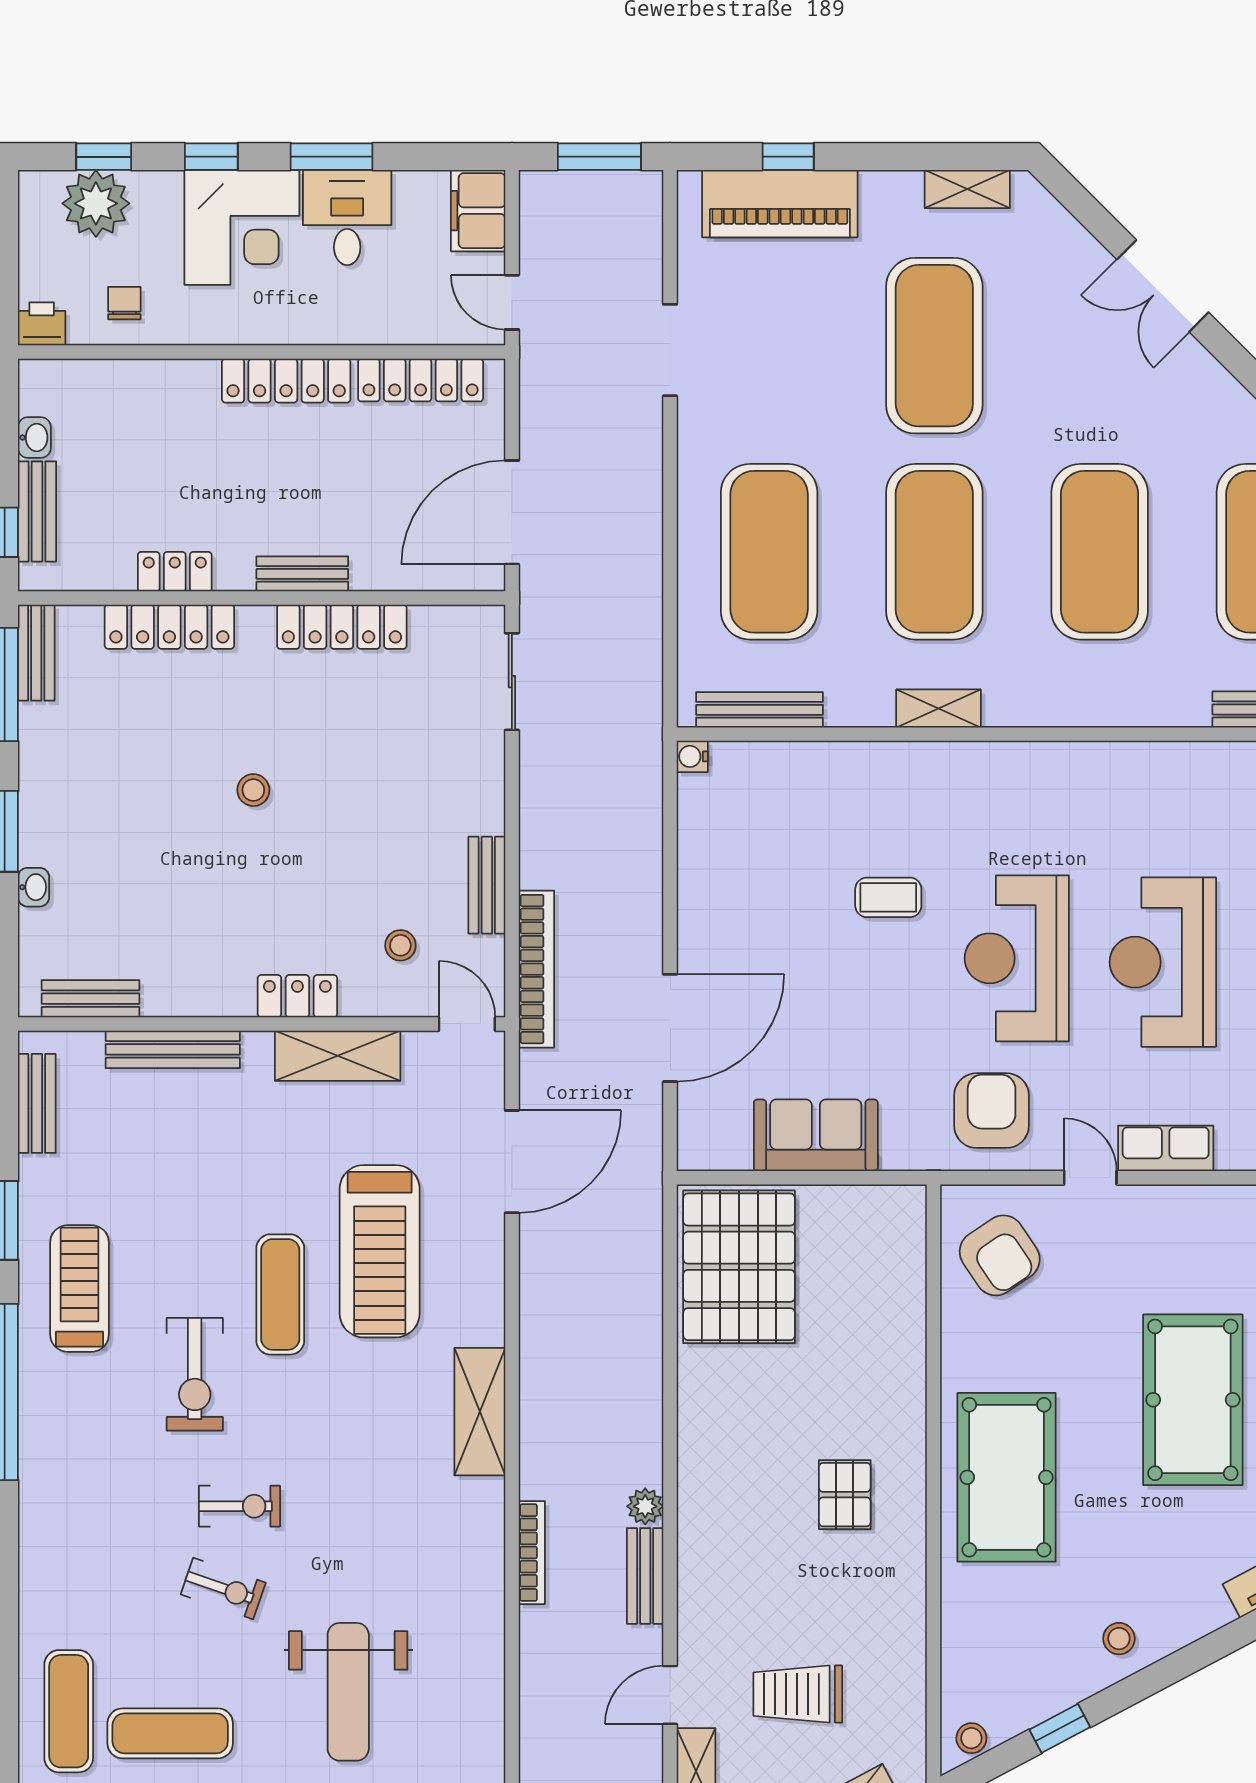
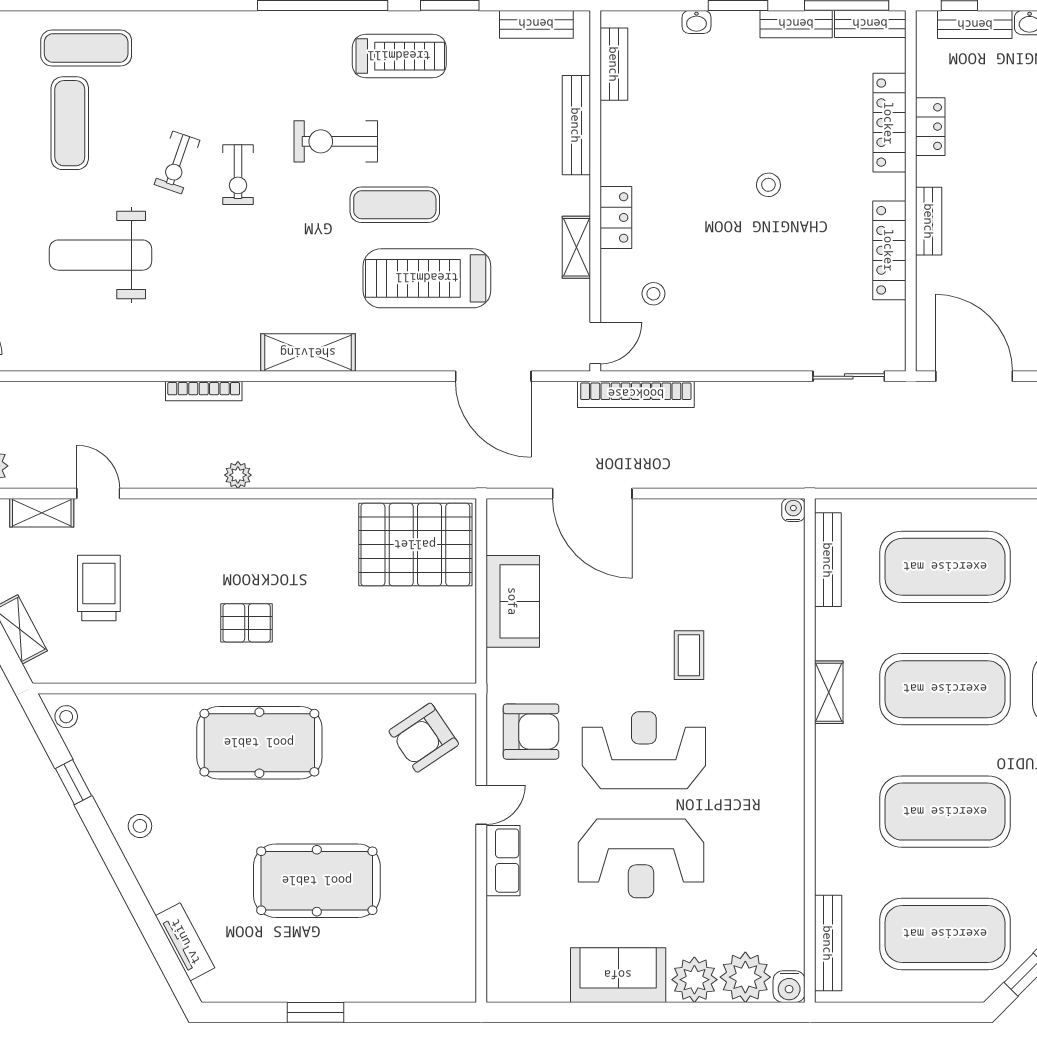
bench: (487, 885) -> (796, 24), moved
reception desk: (1163, 962) -> (641, 858), turned 180
shelving: (338, 1056) -> (576, 247), width x0.67, depth x0.75
bench: (645, 1576) -> (186, 475), removed

